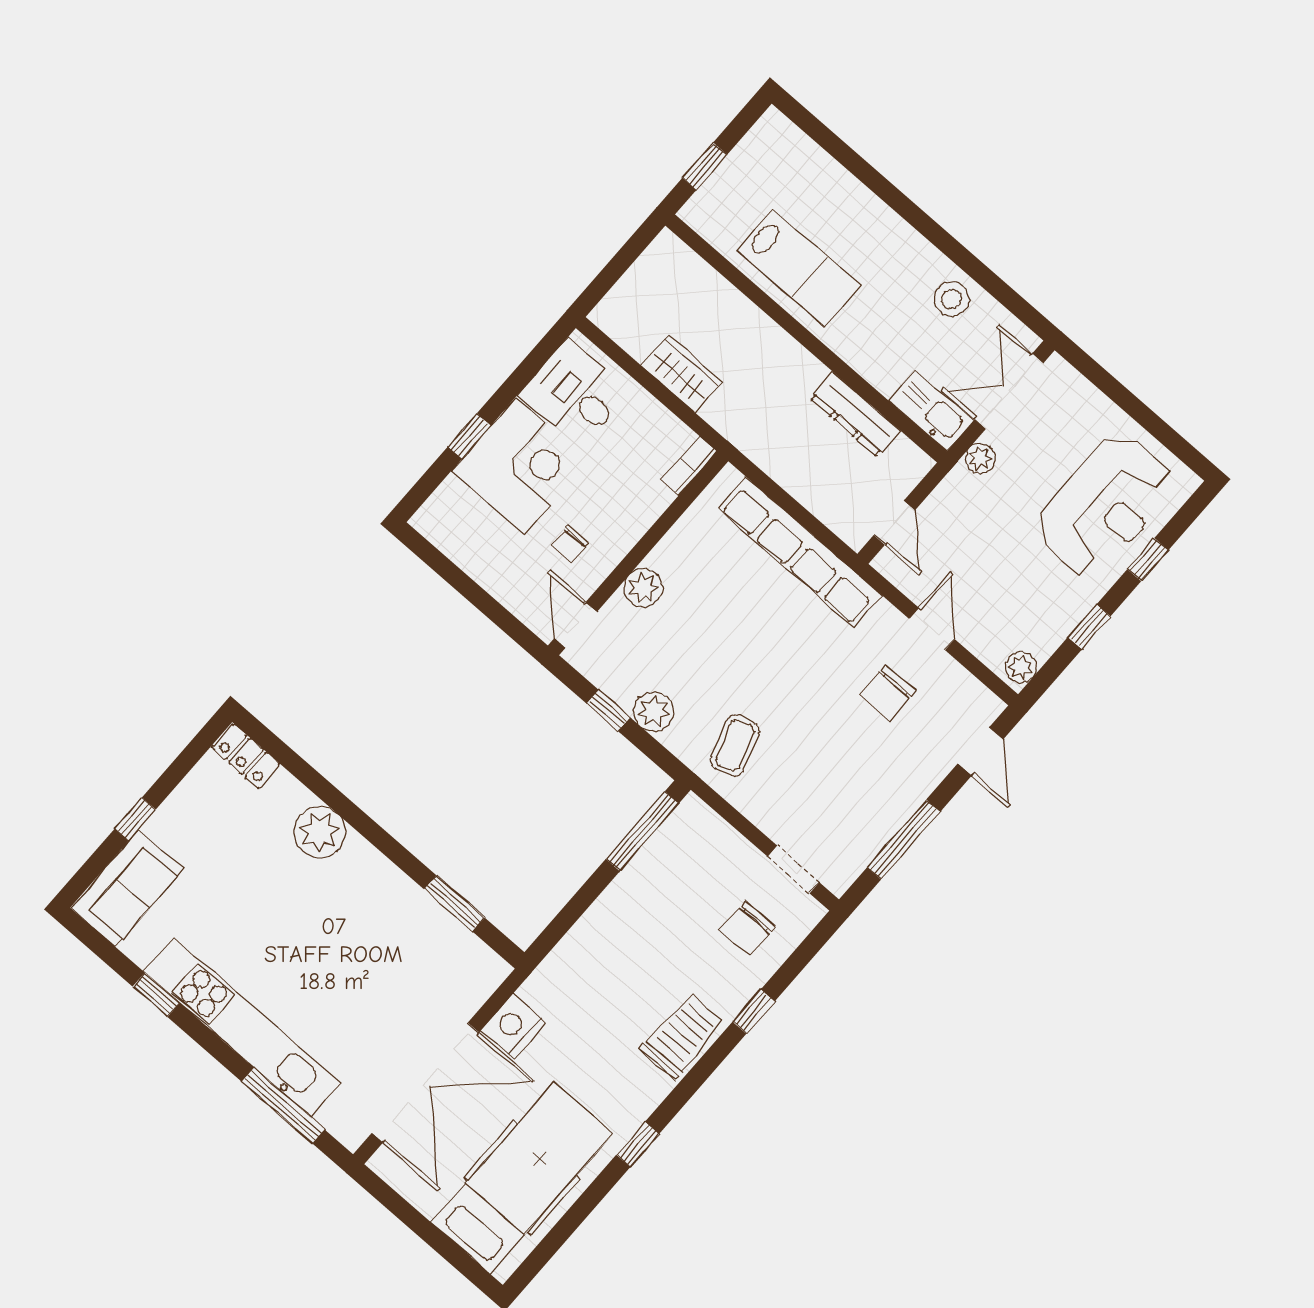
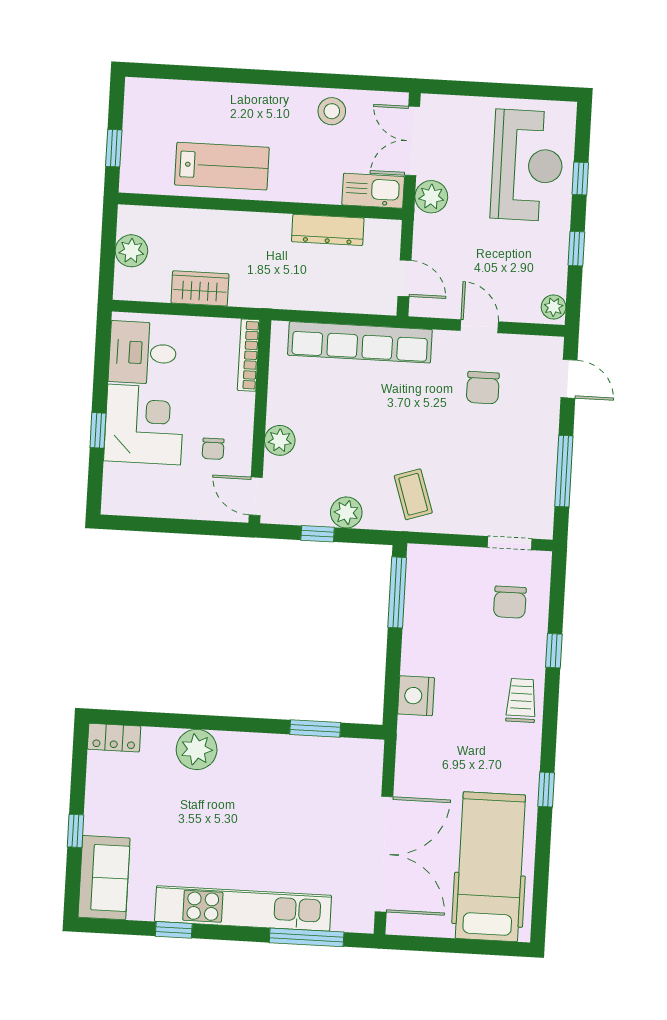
plant: (643, 283) -> (131, 251), added
plant: (980, 458) -> (431, 197), width x1.38, depth x1.38
bookcase: (689, 466) -> (249, 355), width x1.56
nightstand: (514, 1026) -> (416, 696), moved
trolley: (682, 1036) -> (521, 700), width x0.73, depth x0.72

